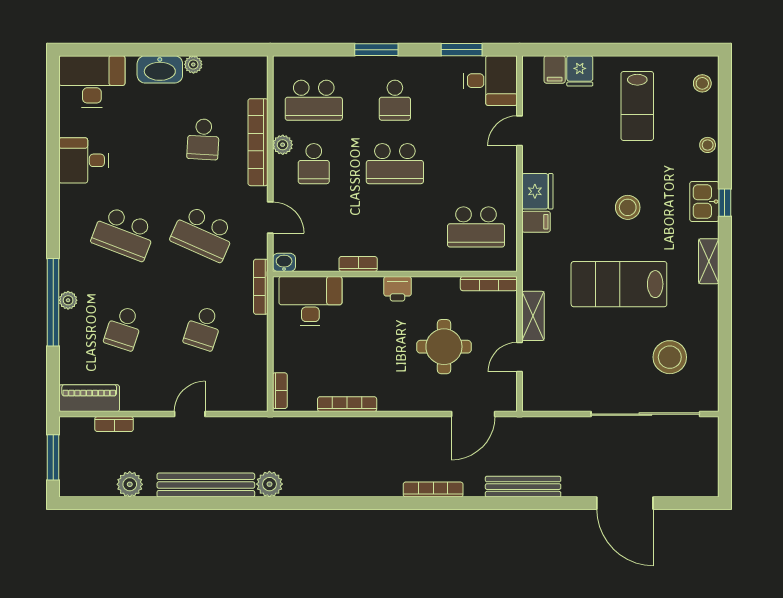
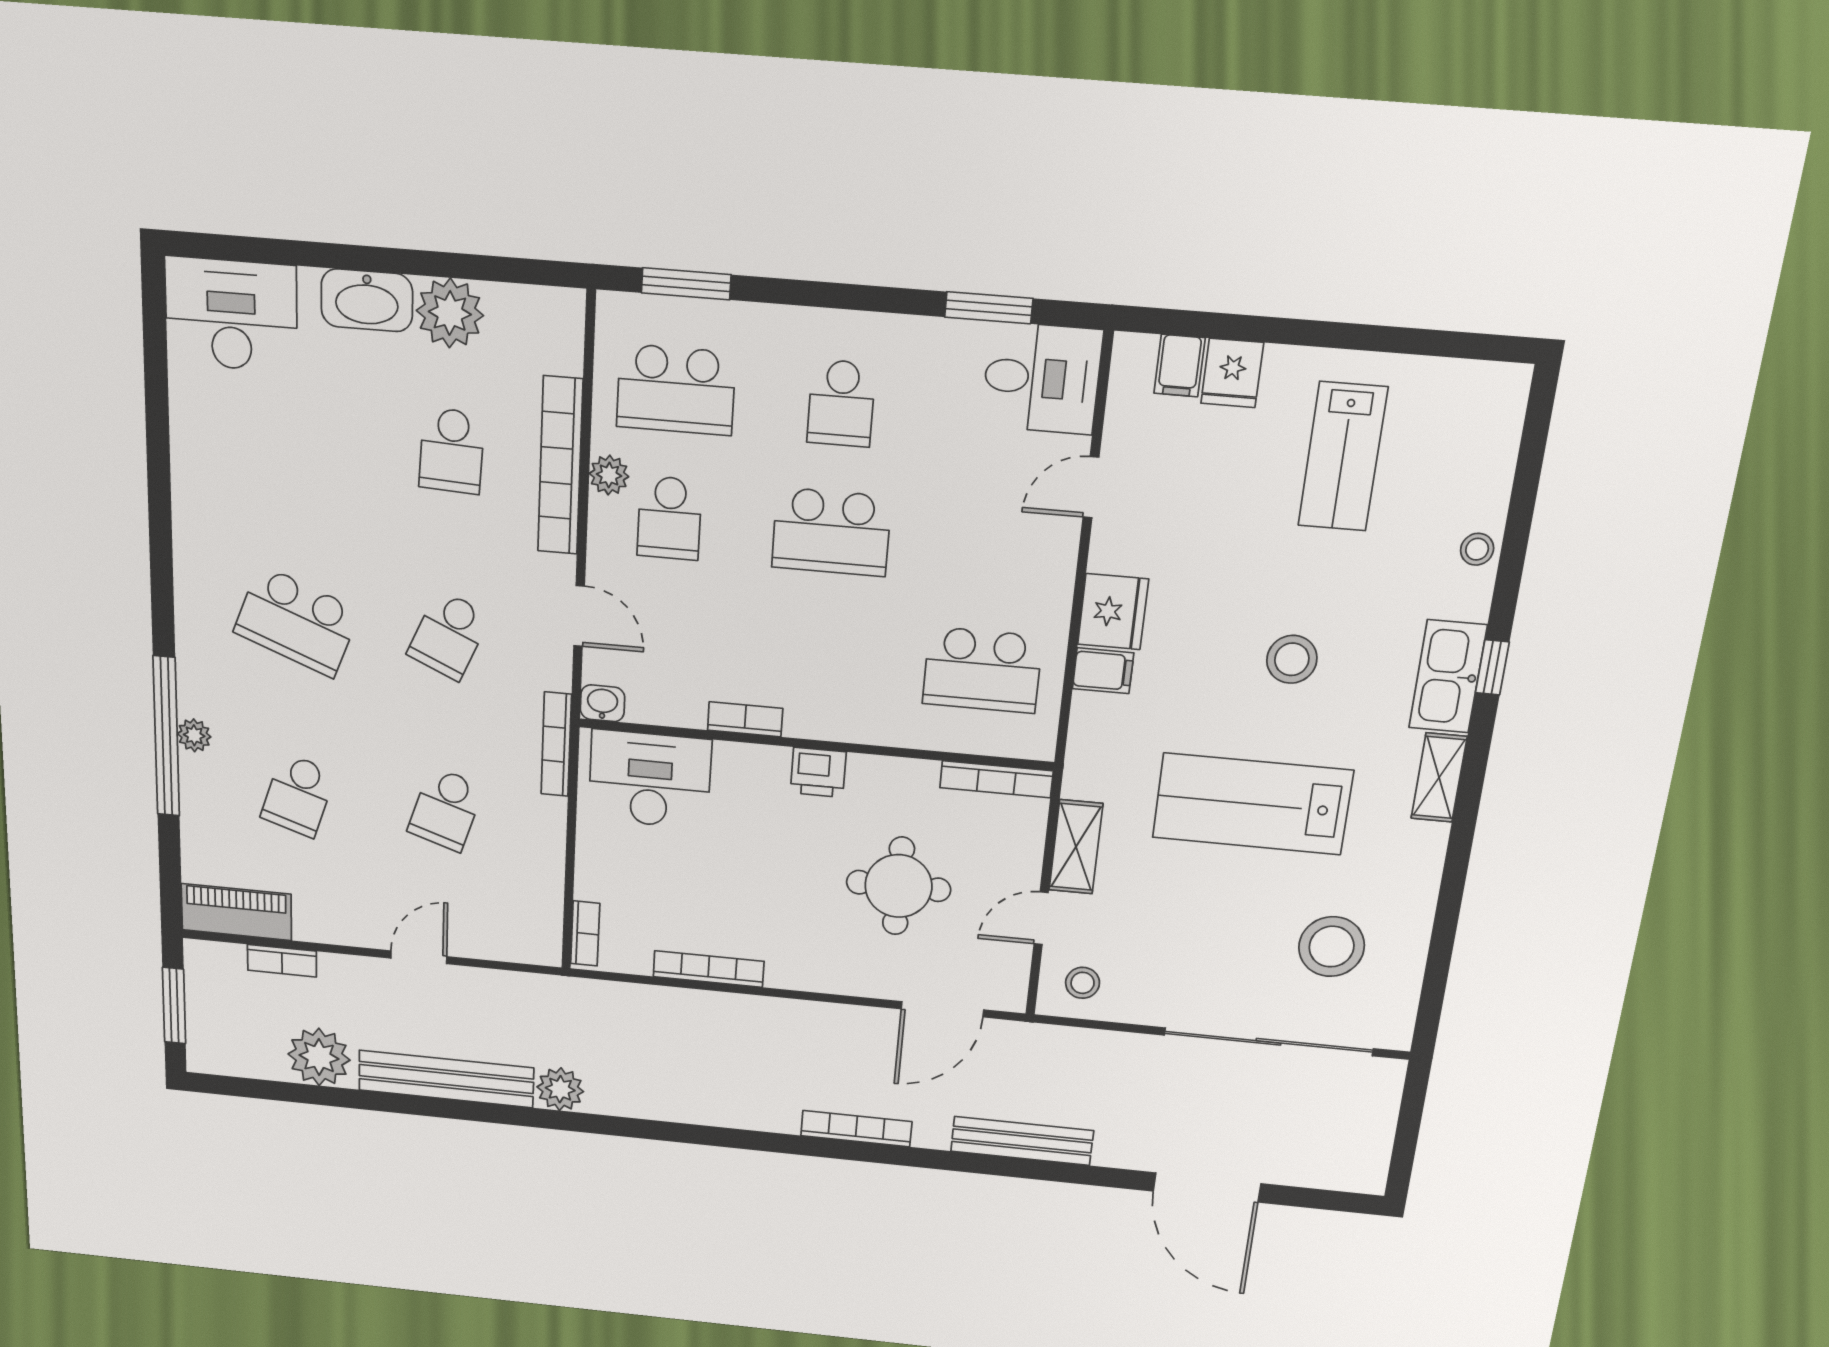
window: (376, 50) -> (686, 284), moved
plant: (193, 64) -> (450, 313), width x1.88, depth x1.88
stool: (702, 83) -> (1083, 983), moved
desk: (84, 160) -> (218, 473), removed
kitchen sink: (704, 202) -> (1448, 676), width x1.38
school desk: (203, 234) -> (449, 635), width x0.54
plant: (130, 484) -> (319, 1057), width x1.36, depth x1.36

